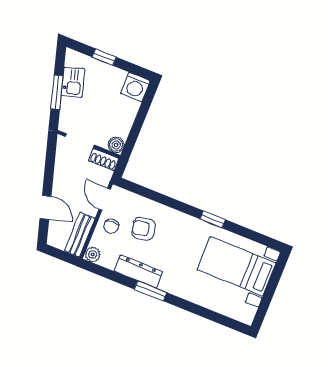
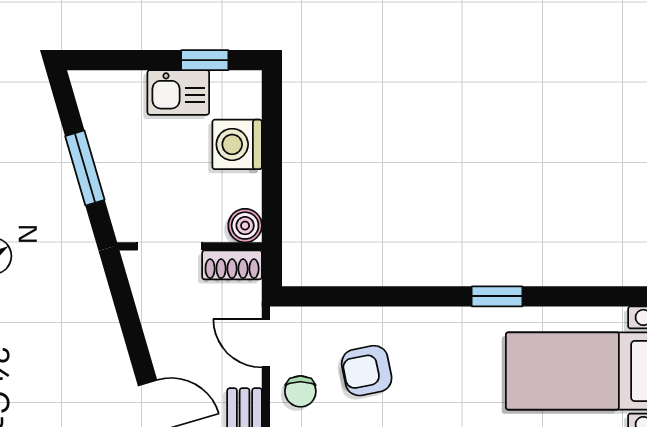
window: (104, 57) -> (205, 60), moved
kitchen sink: (73, 82) -> (178, 92), moved, turned 106
washing machine: (135, 87) -> (237, 144), moved, turned 90

